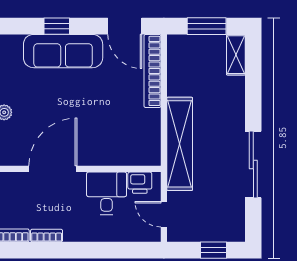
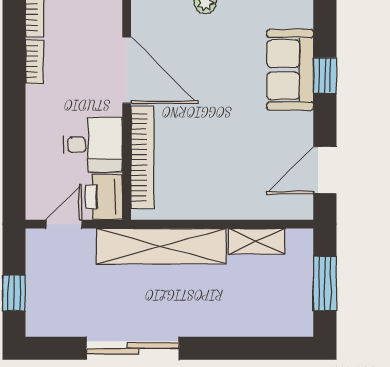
sofa: (63, 51) -> (290, 70), width x0.73
shelving: (236, 55) -> (257, 241), moved
bookcase: (152, 71) -> (143, 157), moved, turned 90
printer: (140, 183) -> (104, 197), width x1.36, depth x1.24

